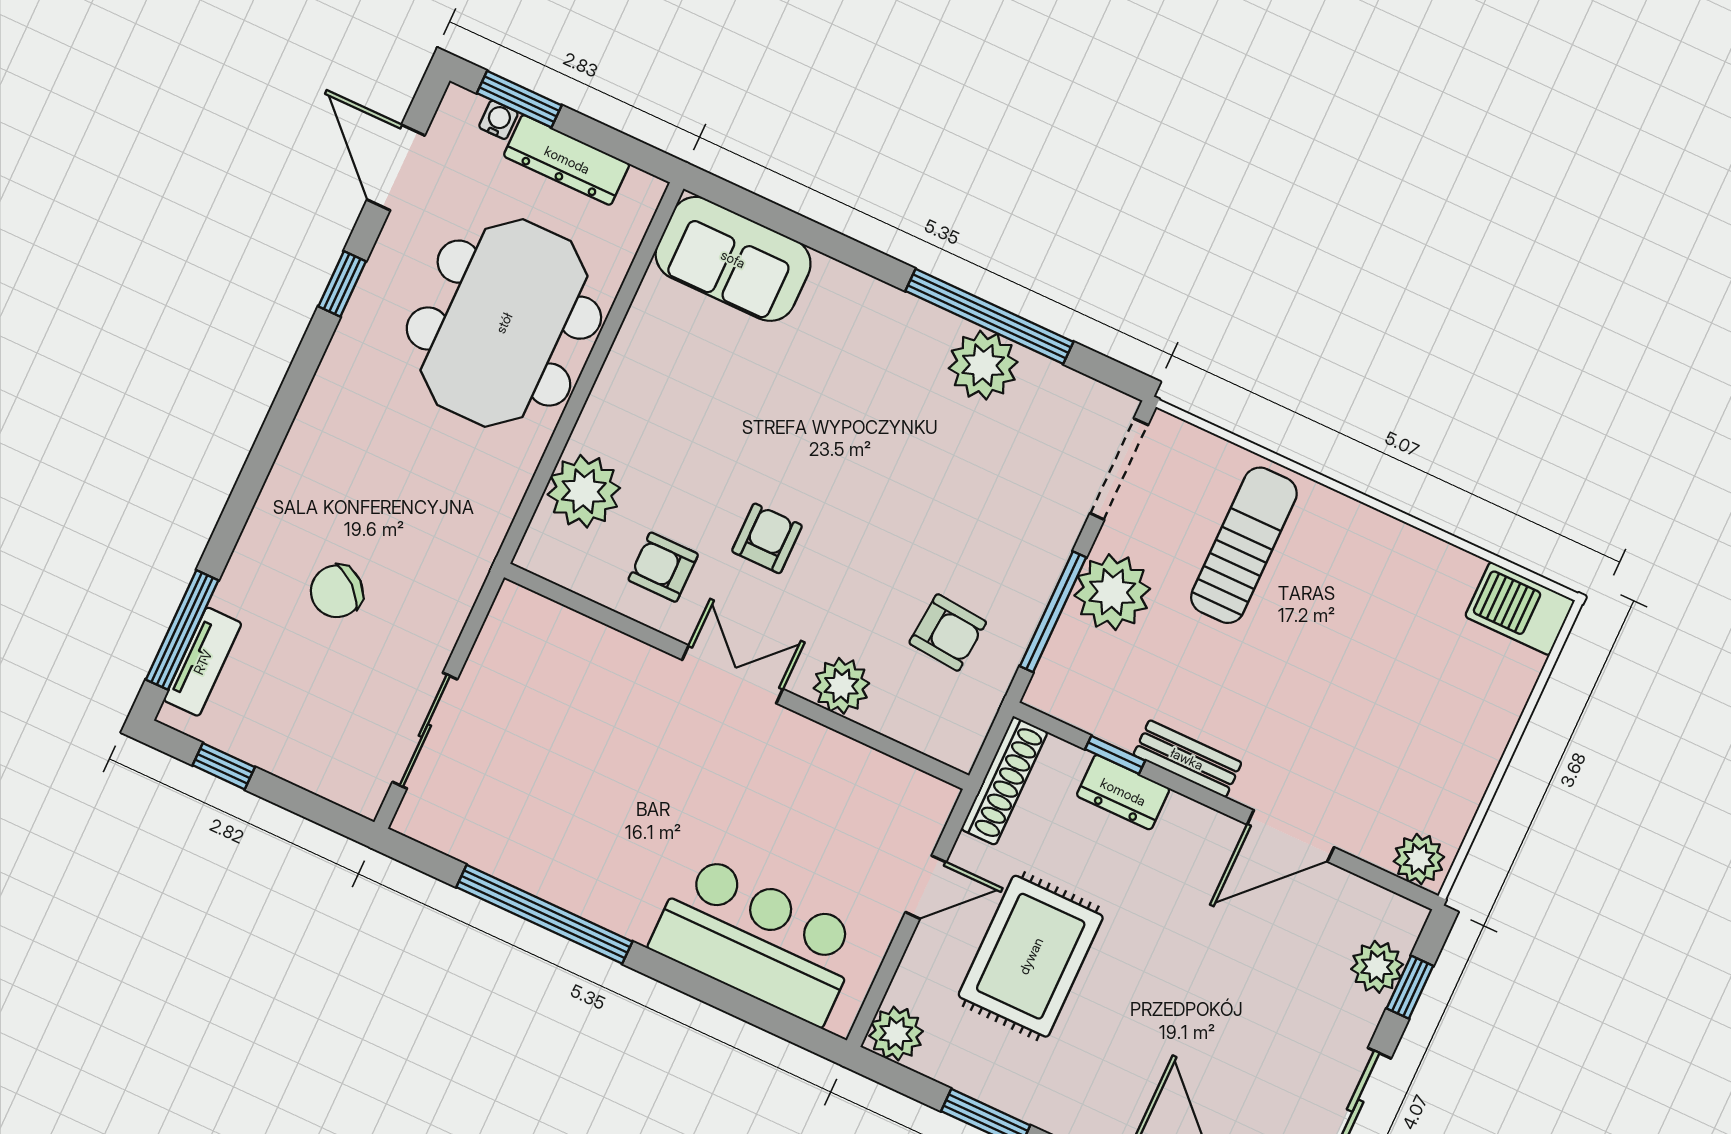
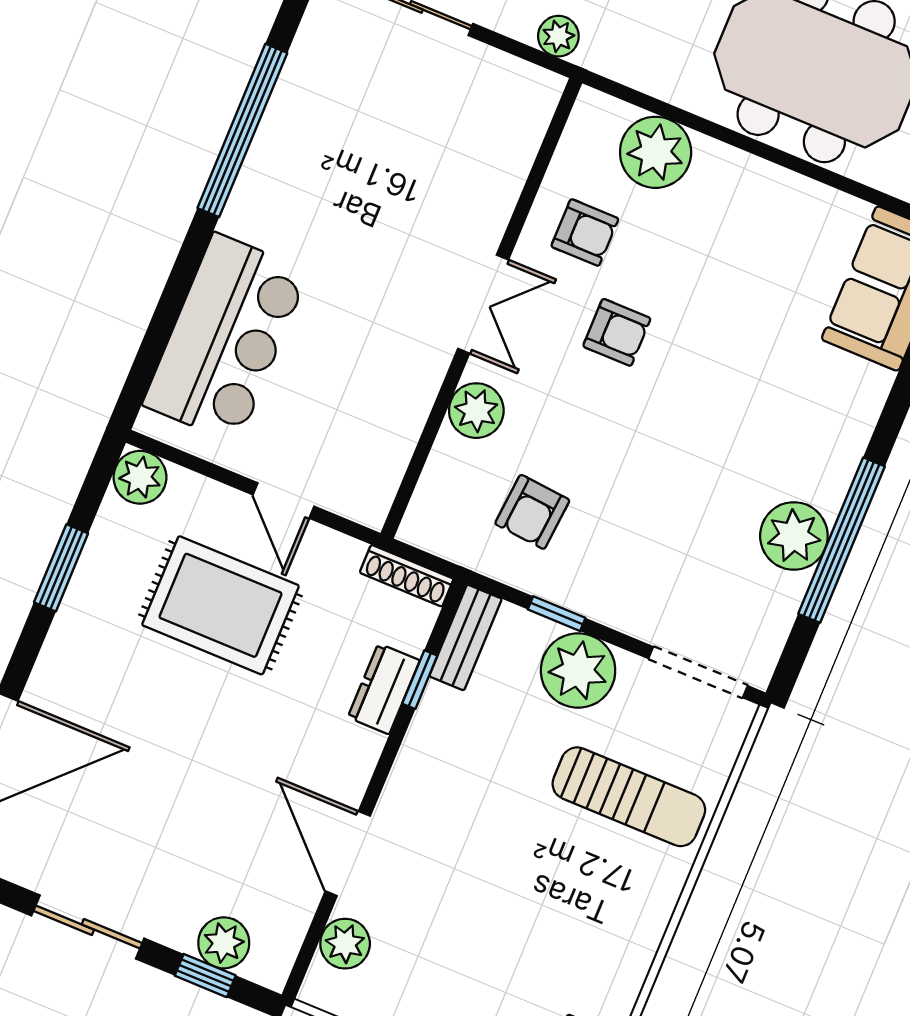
armchair: (663, 567) -> (585, 233), turned 90
plant: (461, 586) -> (558, 36), added
window: (1053, 612) -> (557, 614), width x0.46
bench: (1187, 759) -> (466, 637), moved
shoe rack: (1004, 781) -> (407, 576), width x0.74, depth x0.81
plant: (1419, 859) -> (345, 944), moved

